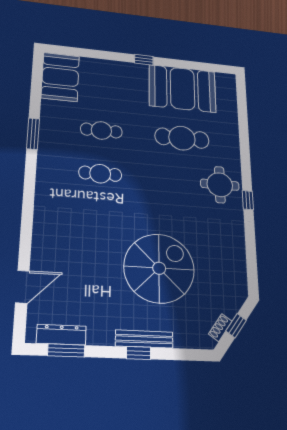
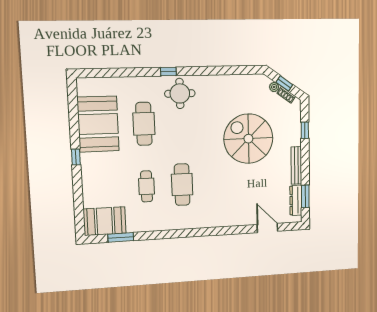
window: (33, 134) -> (121, 237), moved
cafe table: (100, 174) -> (182, 185), width x1.37, depth x1.35
window: (248, 200) -> (168, 72), moved
plant: (231, 310) -> (274, 87), added
bench: (144, 339) -> (296, 165), moved
window: (139, 353) -> (305, 130), moved

